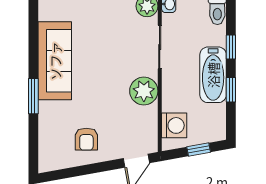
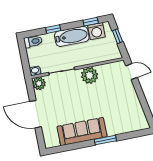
window: (231, 90) -> (91, 22), moved
washing machine: (174, 125) -> (96, 31), moved, turned 180
armchair: (86, 139) -> (125, 104), removed

